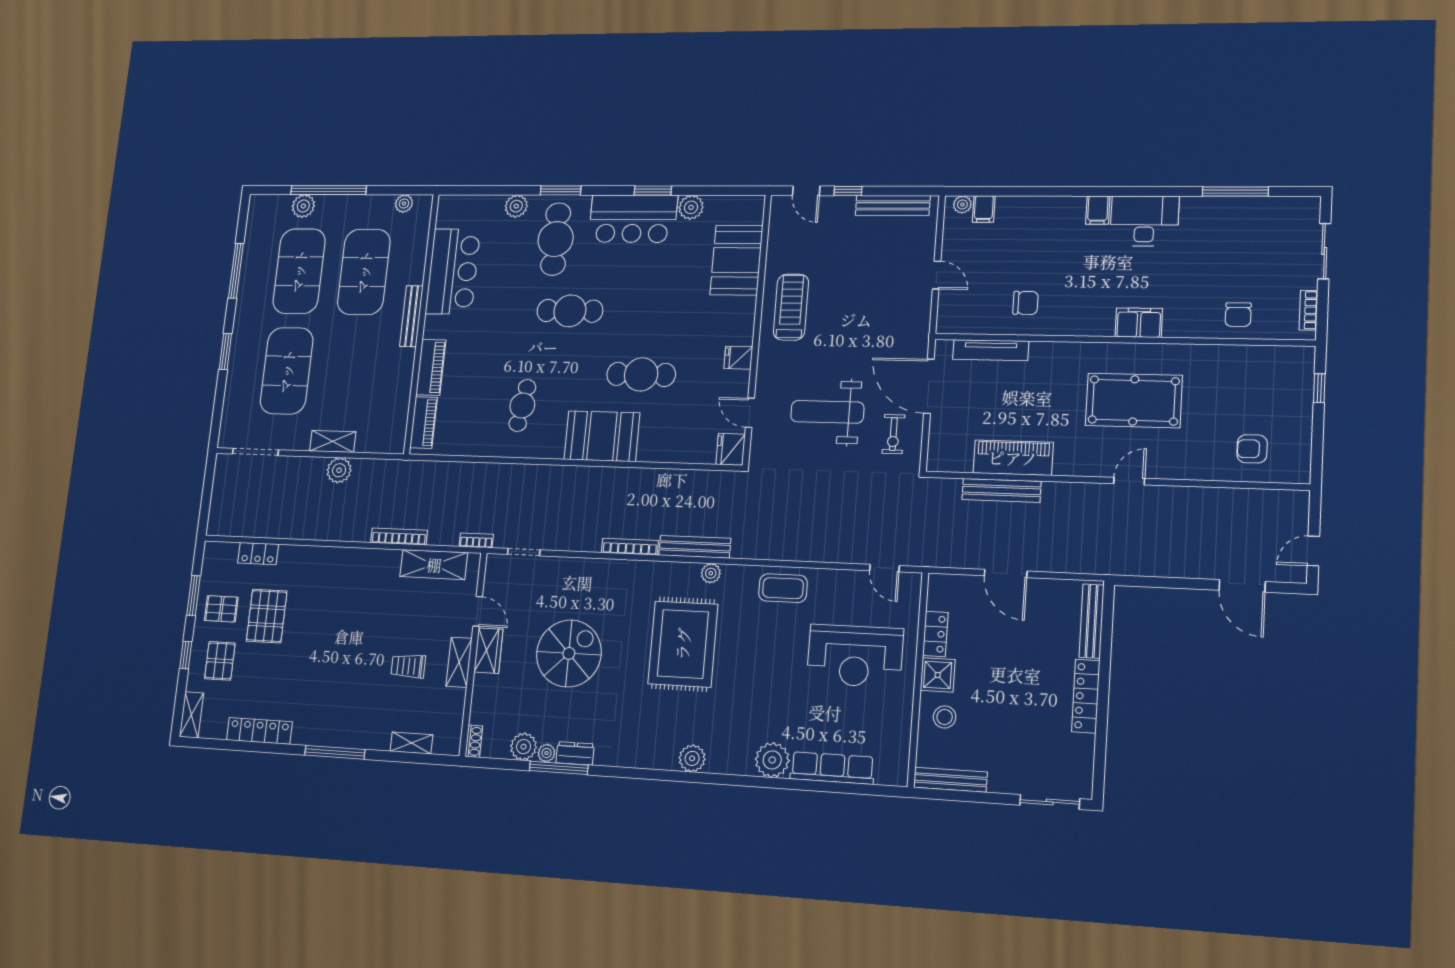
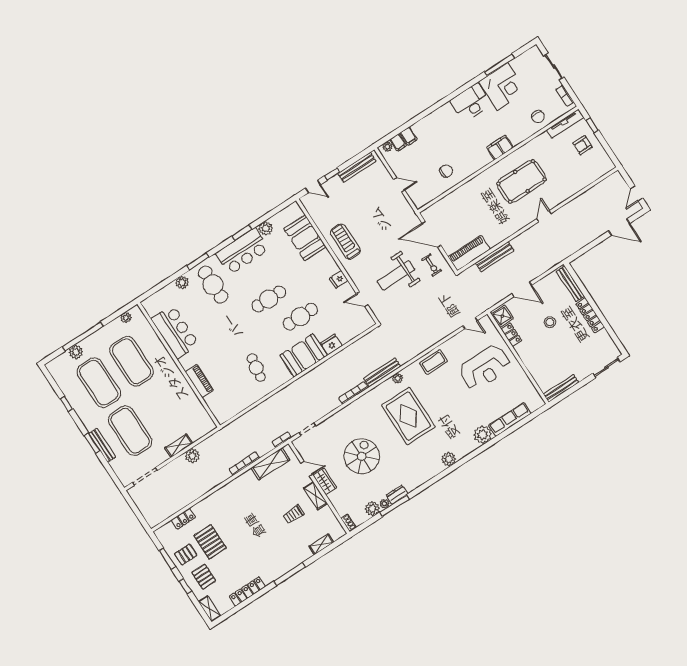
filing cabinet: (1098, 210) -> (409, 136), moved
corner desk: (1215, 229) -> (503, 87), added
window: (236, 271) -> (66, 404), width x0.46
cafe table: (570, 311) -> (269, 299), moved
bench: (411, 316) -> (102, 445), moved
tv unit: (991, 350) -> (565, 124), moved
piano: (424, 423) -> (216, 407), removed
fridge: (731, 449) -> (331, 344), moved, turned 90
armchair: (1252, 449) -> (582, 145), moved
piano: (1013, 458) -> (469, 253), moved
shower: (938, 675) -> (502, 316), moved
stool: (945, 717) -> (550, 322), moved

